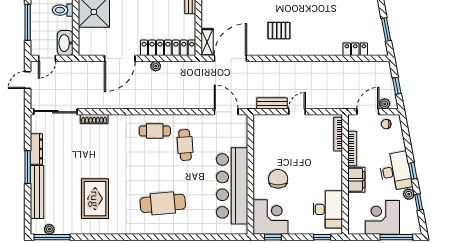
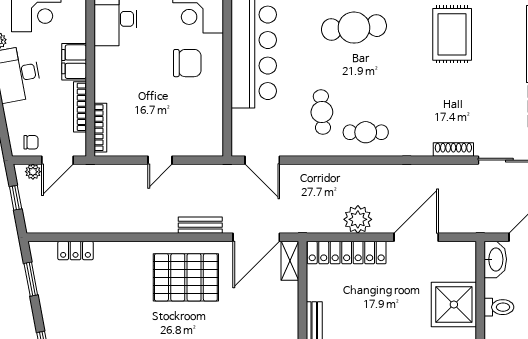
pallet: (279, 31) -> (186, 277), width x2.05, depth x2.00
plant: (156, 66) -> (358, 219), width x1.88, depth x1.88
bench: (272, 103) -> (200, 225), moved
chair: (278, 179) -> (187, 63), turned -90

